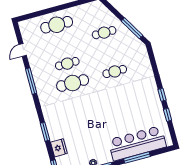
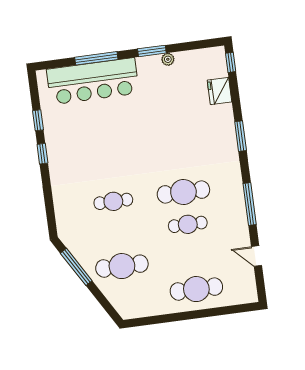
cafe table: (104, 33) -> (122, 266), width x1.37, depth x1.35
door: (23, 50) -> (256, 256), swing flipped
window: (45, 132) -> (241, 136), moved

